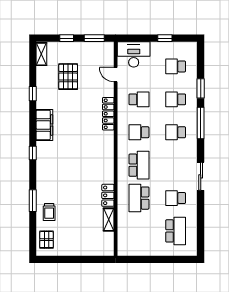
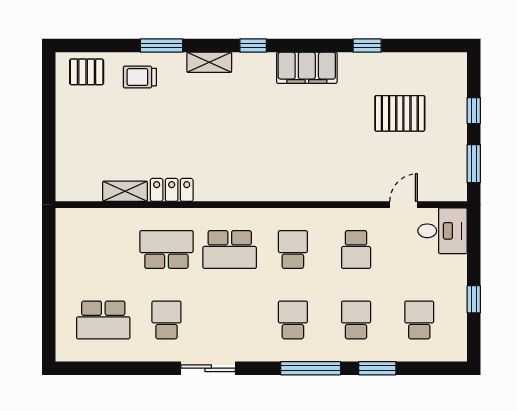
shelving: (41, 54) -> (209, 62), moved
desk: (134, 54) -> (442, 231), width x0.73
locker: (108, 114) -> (328, 191), removed

